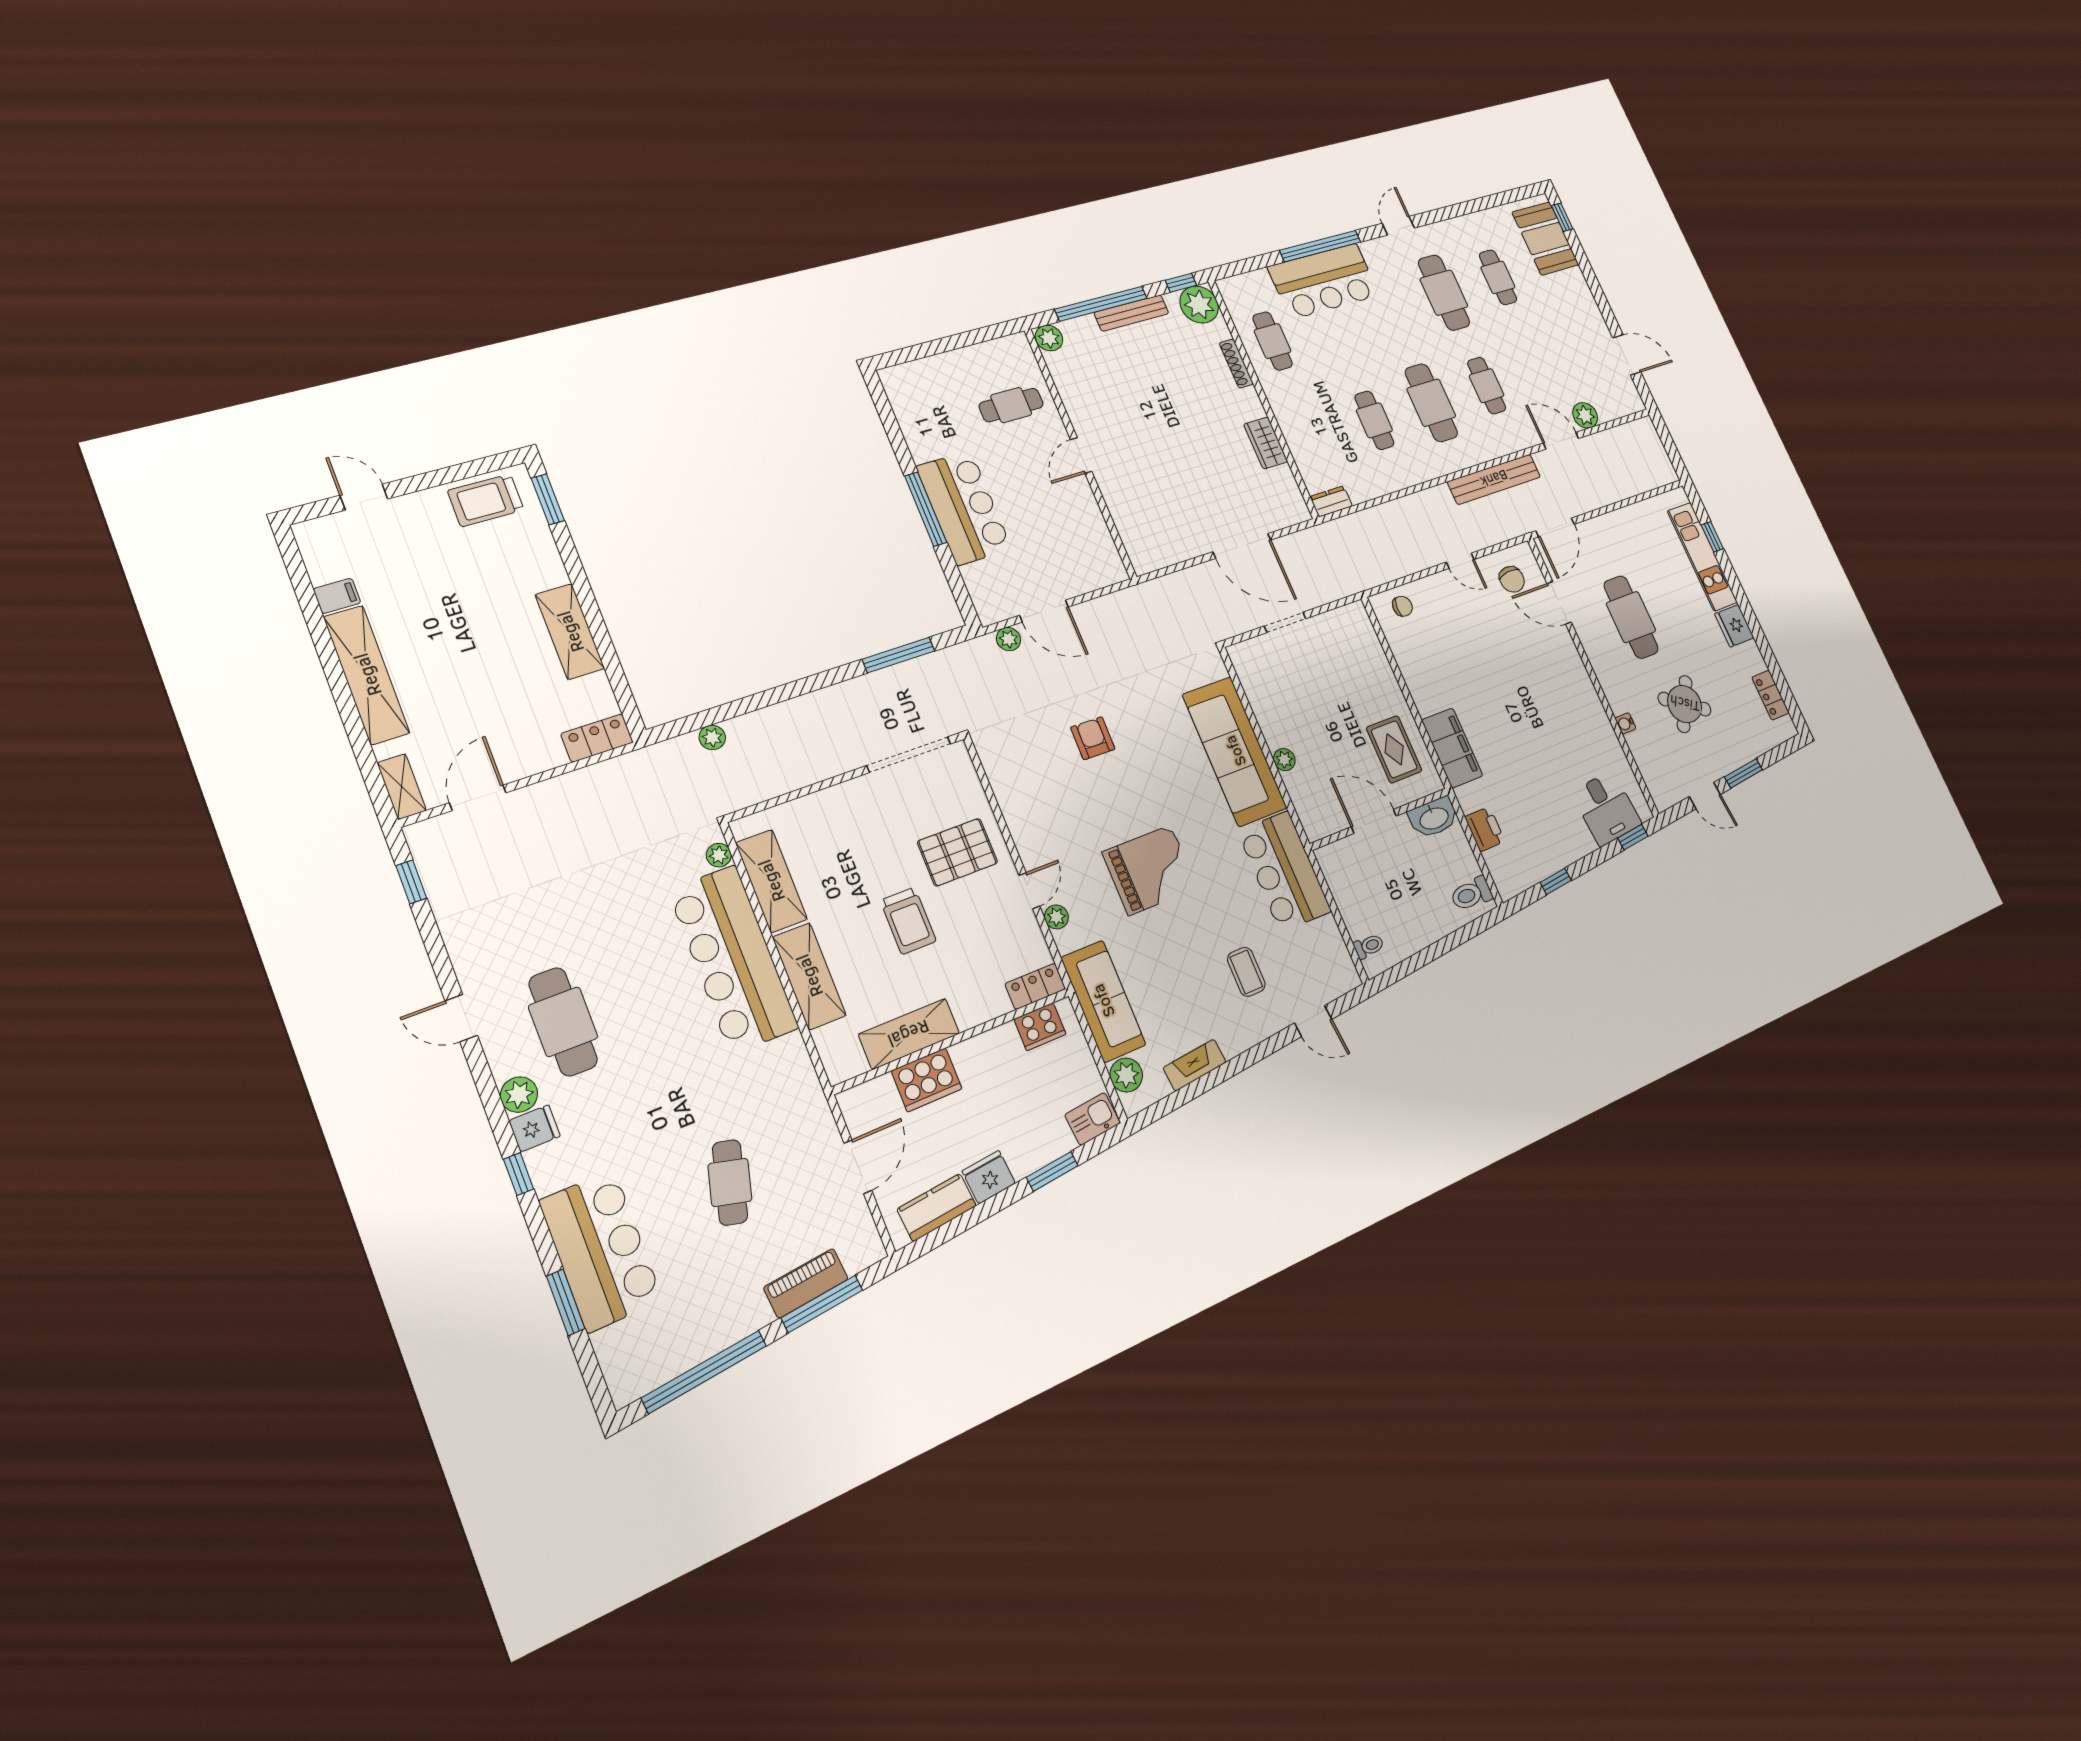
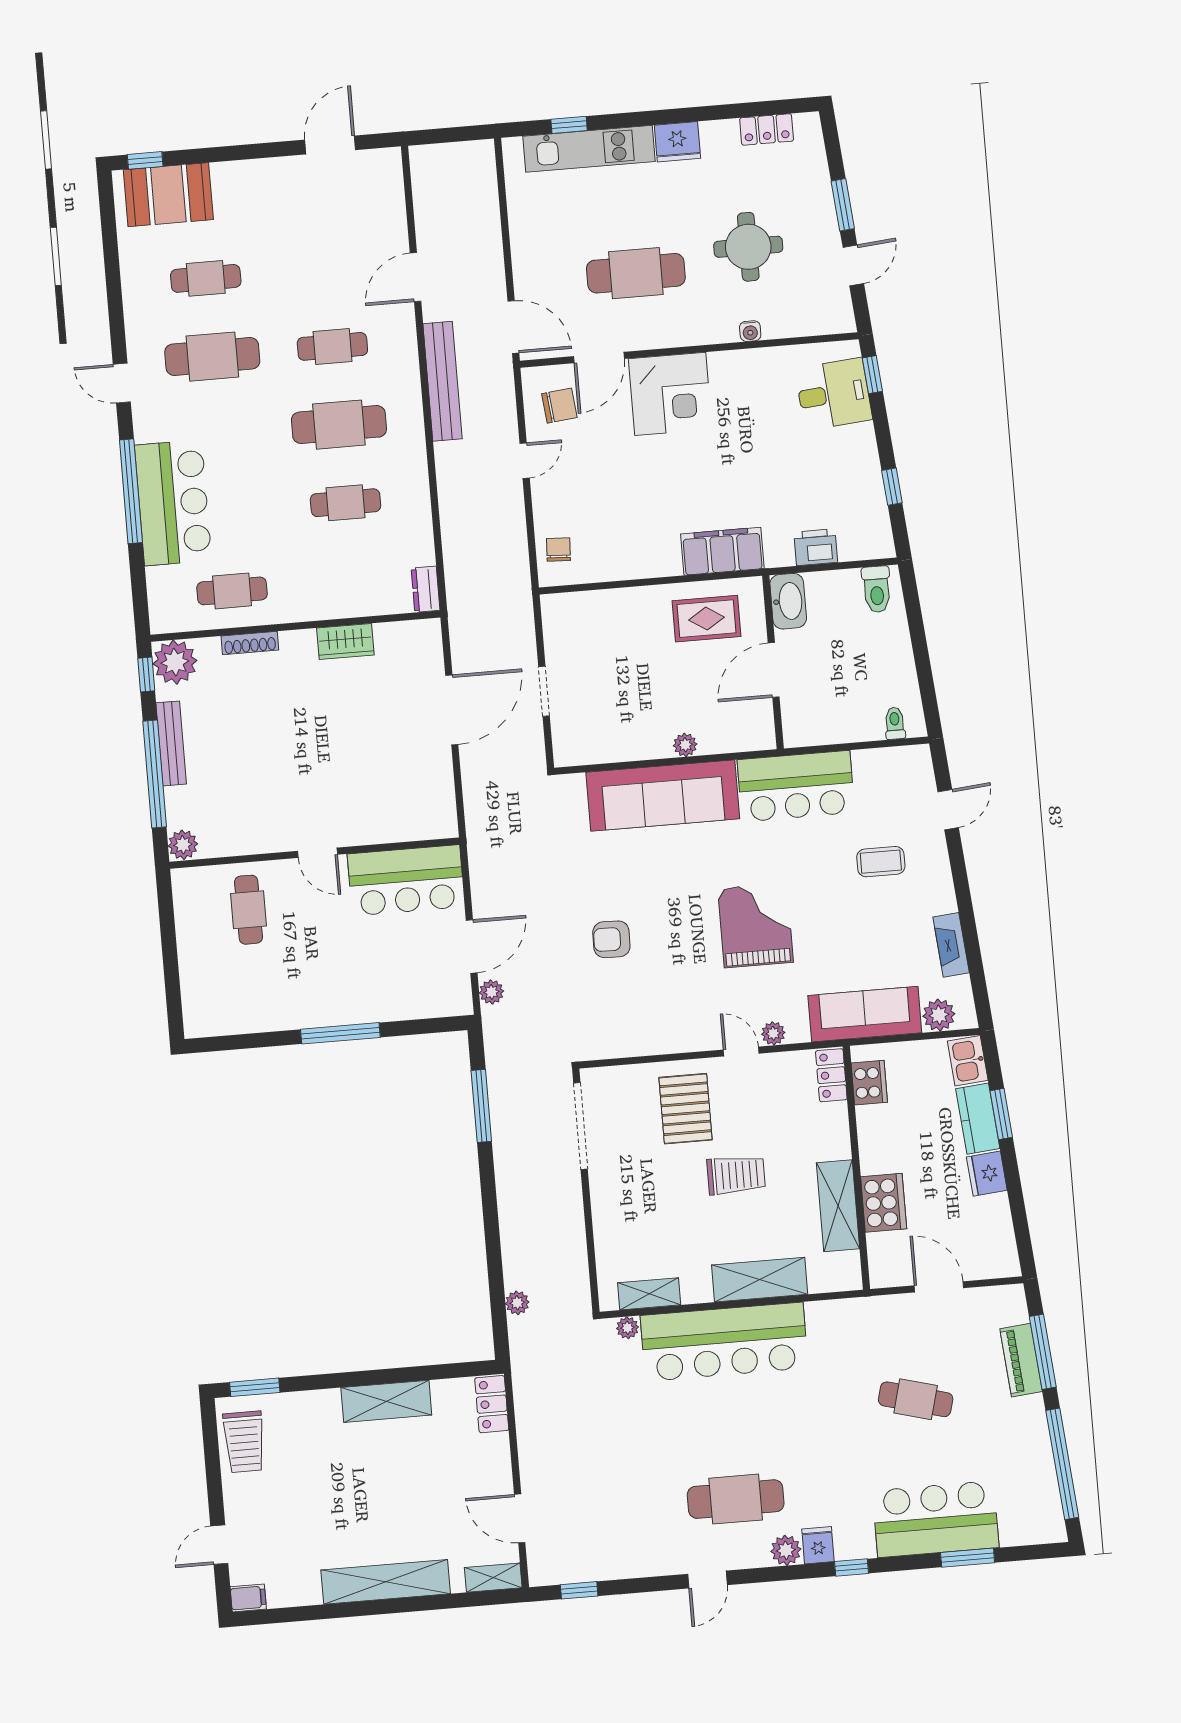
plant: (1585, 415) -> (392, 233), removed
bar counter: (964, 508) -> (406, 880), moved, turned 180
filing cabinet: (337, 596) -> (248, 1598), moved, turned 90
corner desk: (1555, 669) -> (670, 394), added
round table: (1685, 704) -> (748, 247), turned -32
shelving: (771, 881) -> (649, 1294), width x0.67, depth x0.75
kitchen counter: (937, 1207) -> (978, 1119), moved

